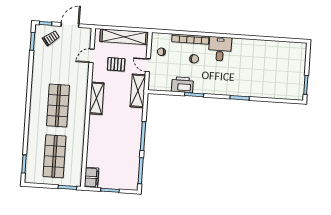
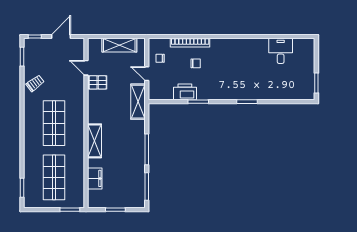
shelving: (124, 37) -> (119, 45), width x0.68
trolley: (51, 38) -> (35, 83), moved
desk: (220, 49) -> (281, 51), moved
door: (91, 56) -> (86, 68), hinge flipped
pallet: (116, 64) -> (98, 82), moved
shelving: (97, 98) -> (94, 141), moved
filing cabinet: (91, 177) -> (95, 178), moved

